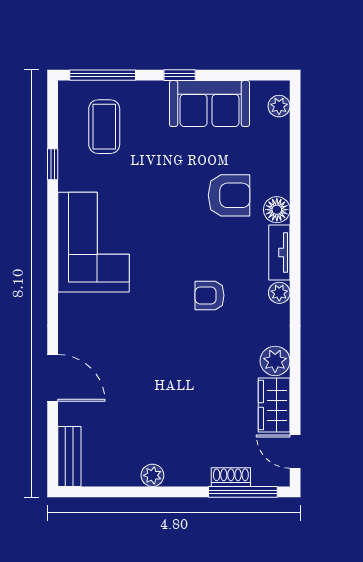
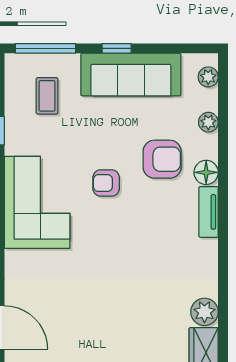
sofa: (210, 103) -> (131, 75), width x1.36
coffee table: (104, 127) -> (47, 96), width x0.73, depth x0.77
plant: (279, 293) -> (208, 122), moved
armchair: (210, 295) -> (106, 183), moved

